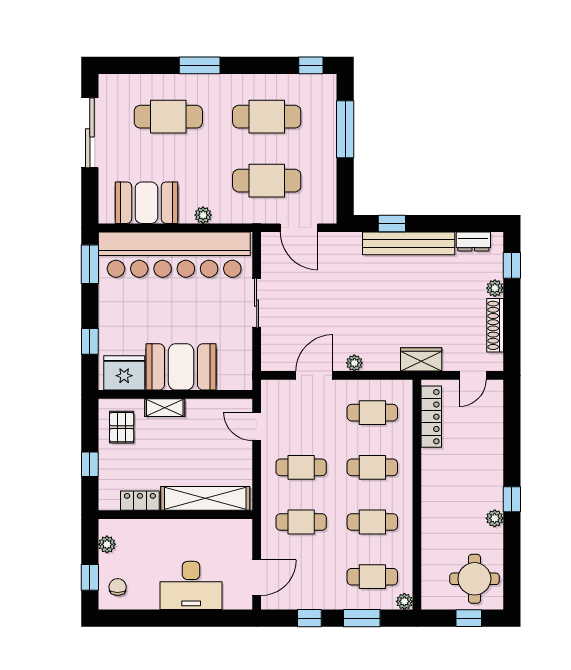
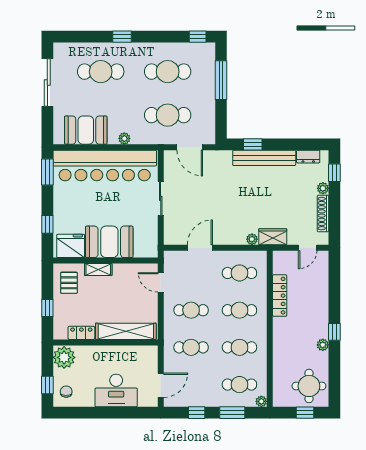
window: (200, 65) -> (122, 37), width x0.67
plant: (354, 363) -> (252, 239), moved
locker: (431, 417) -> (280, 296), moved
plant: (107, 544) -> (64, 357), width x1.87, depth x1.87

